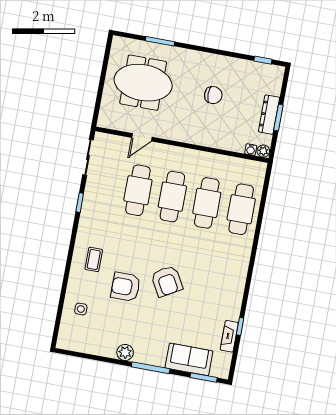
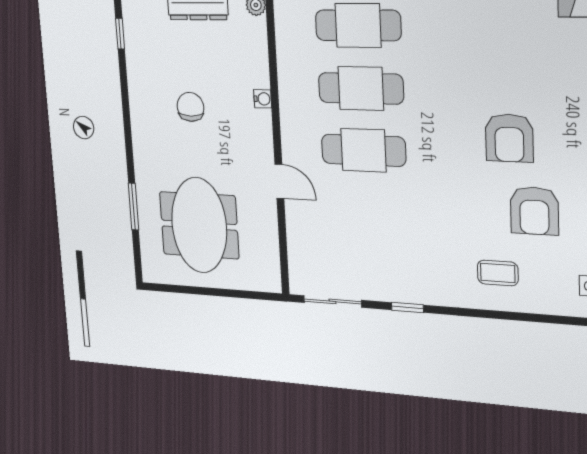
door: (142, 137) -> (279, 181), moved
water cooler: (251, 150) -> (263, 99), moved
cafe table: (138, 190) -> (366, 211), removed
armchair: (167, 281) -> (509, 138), turned 120

